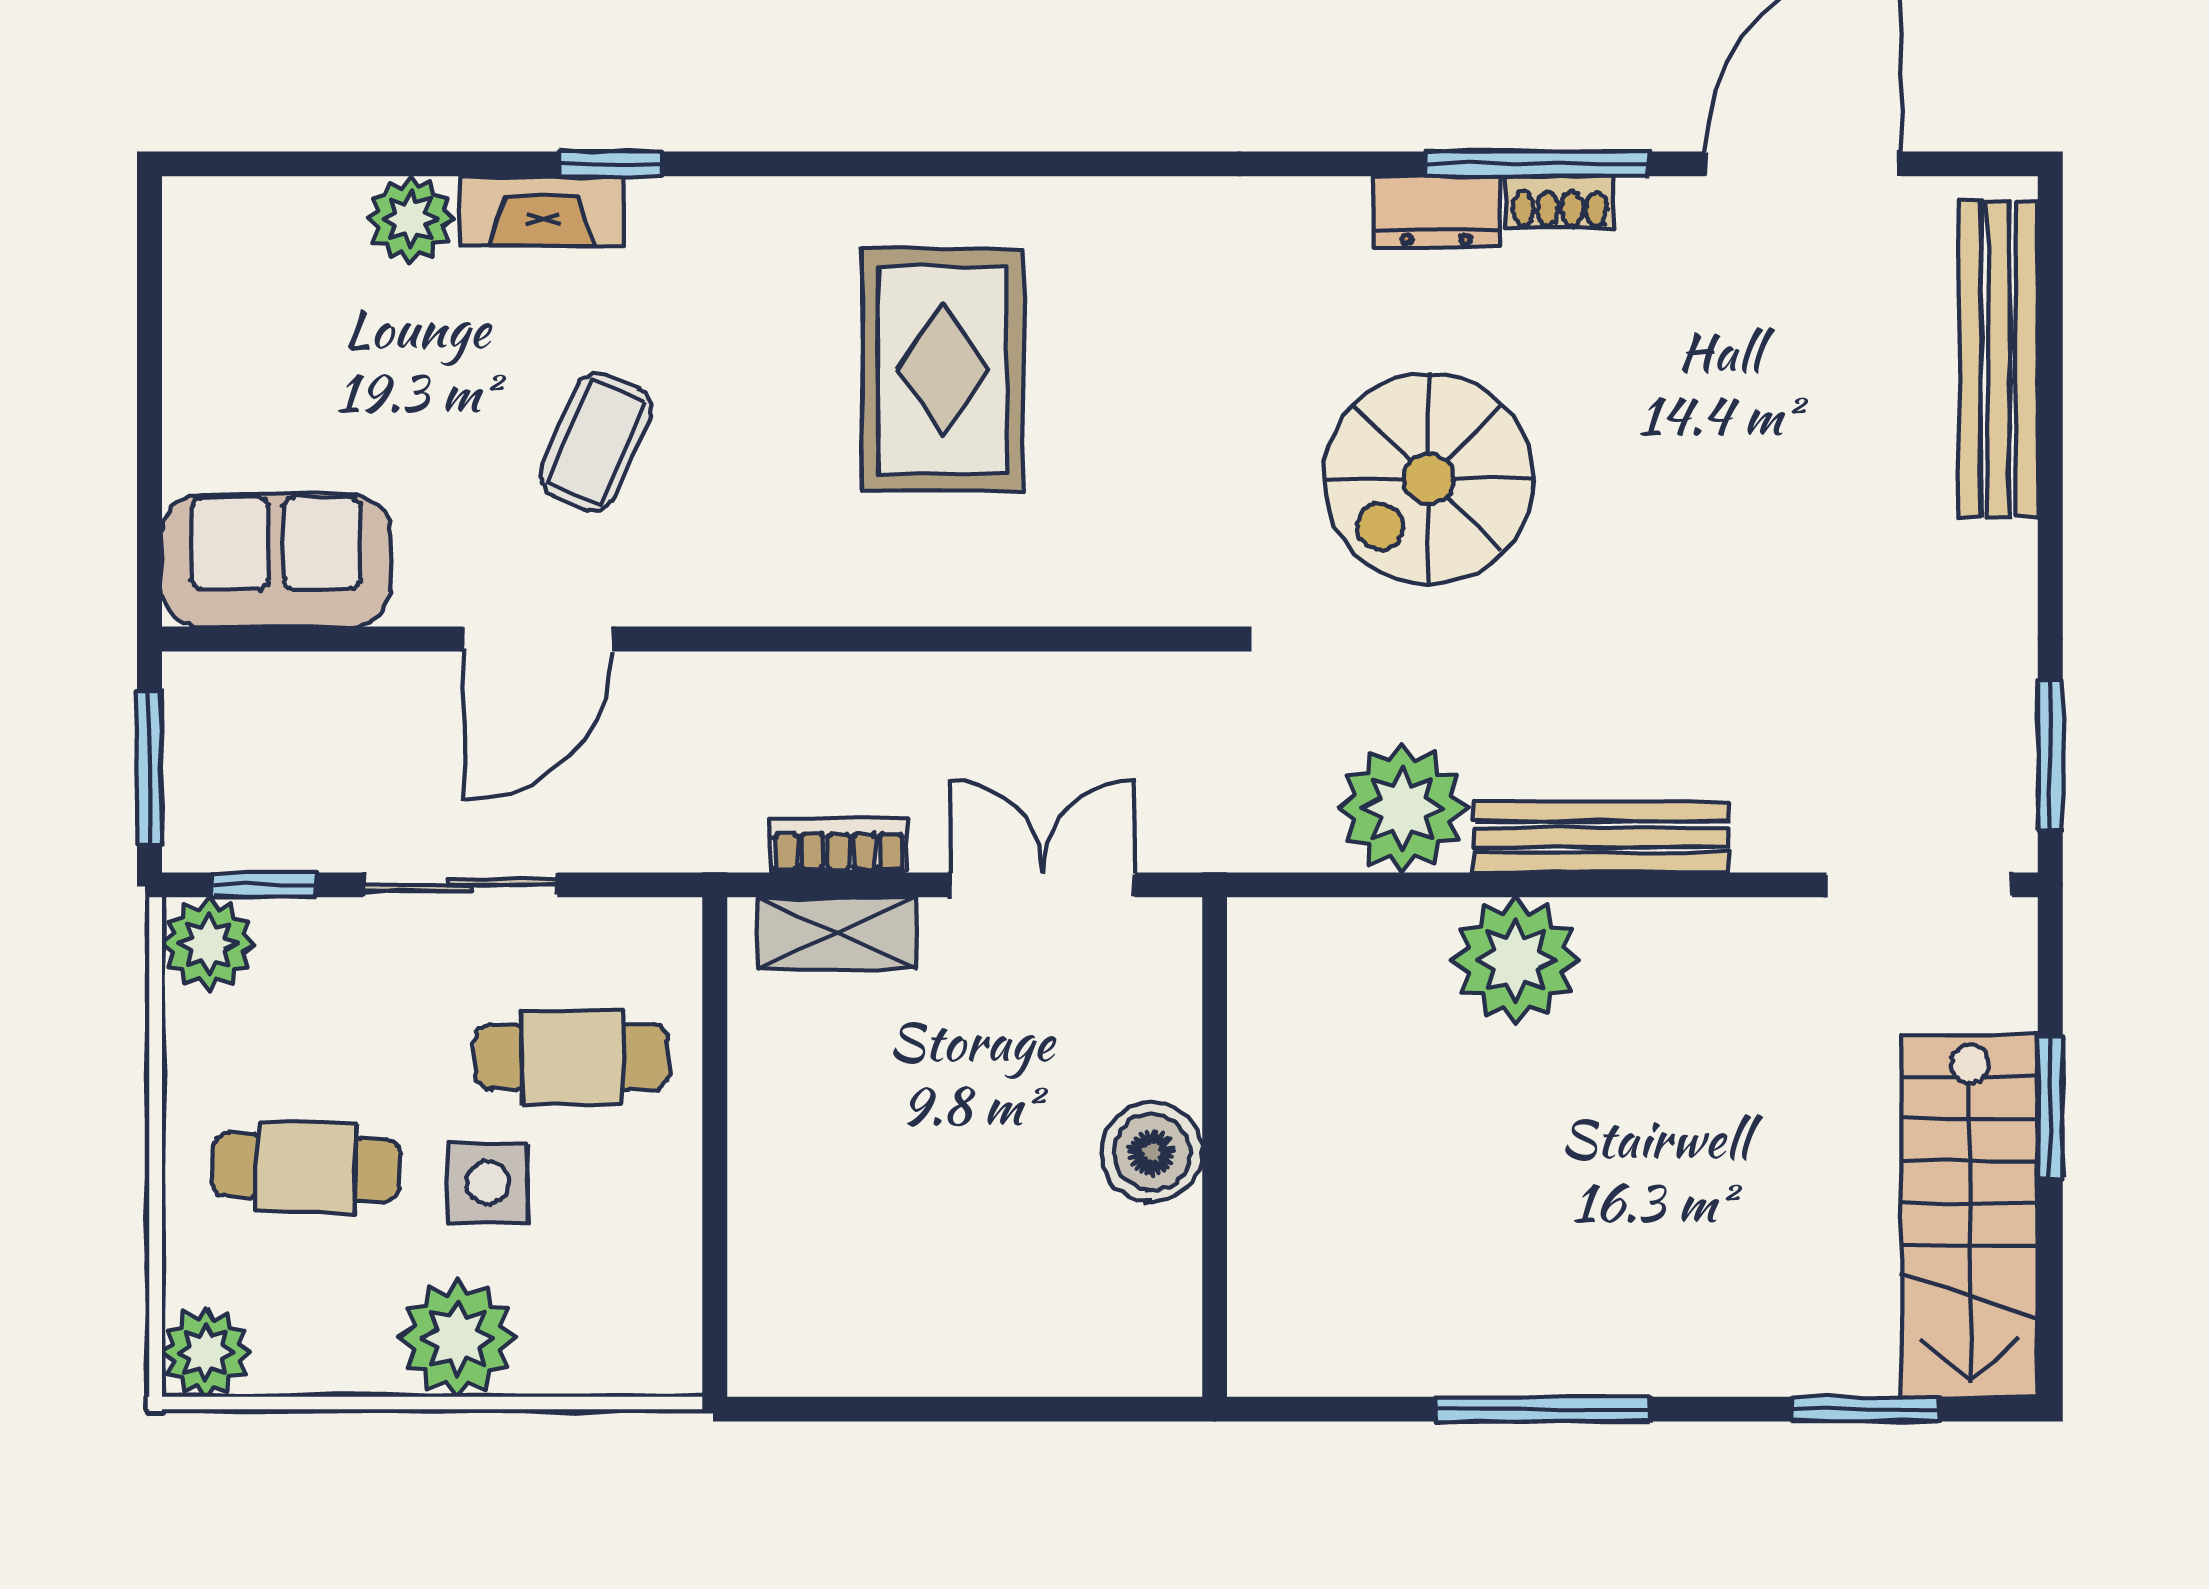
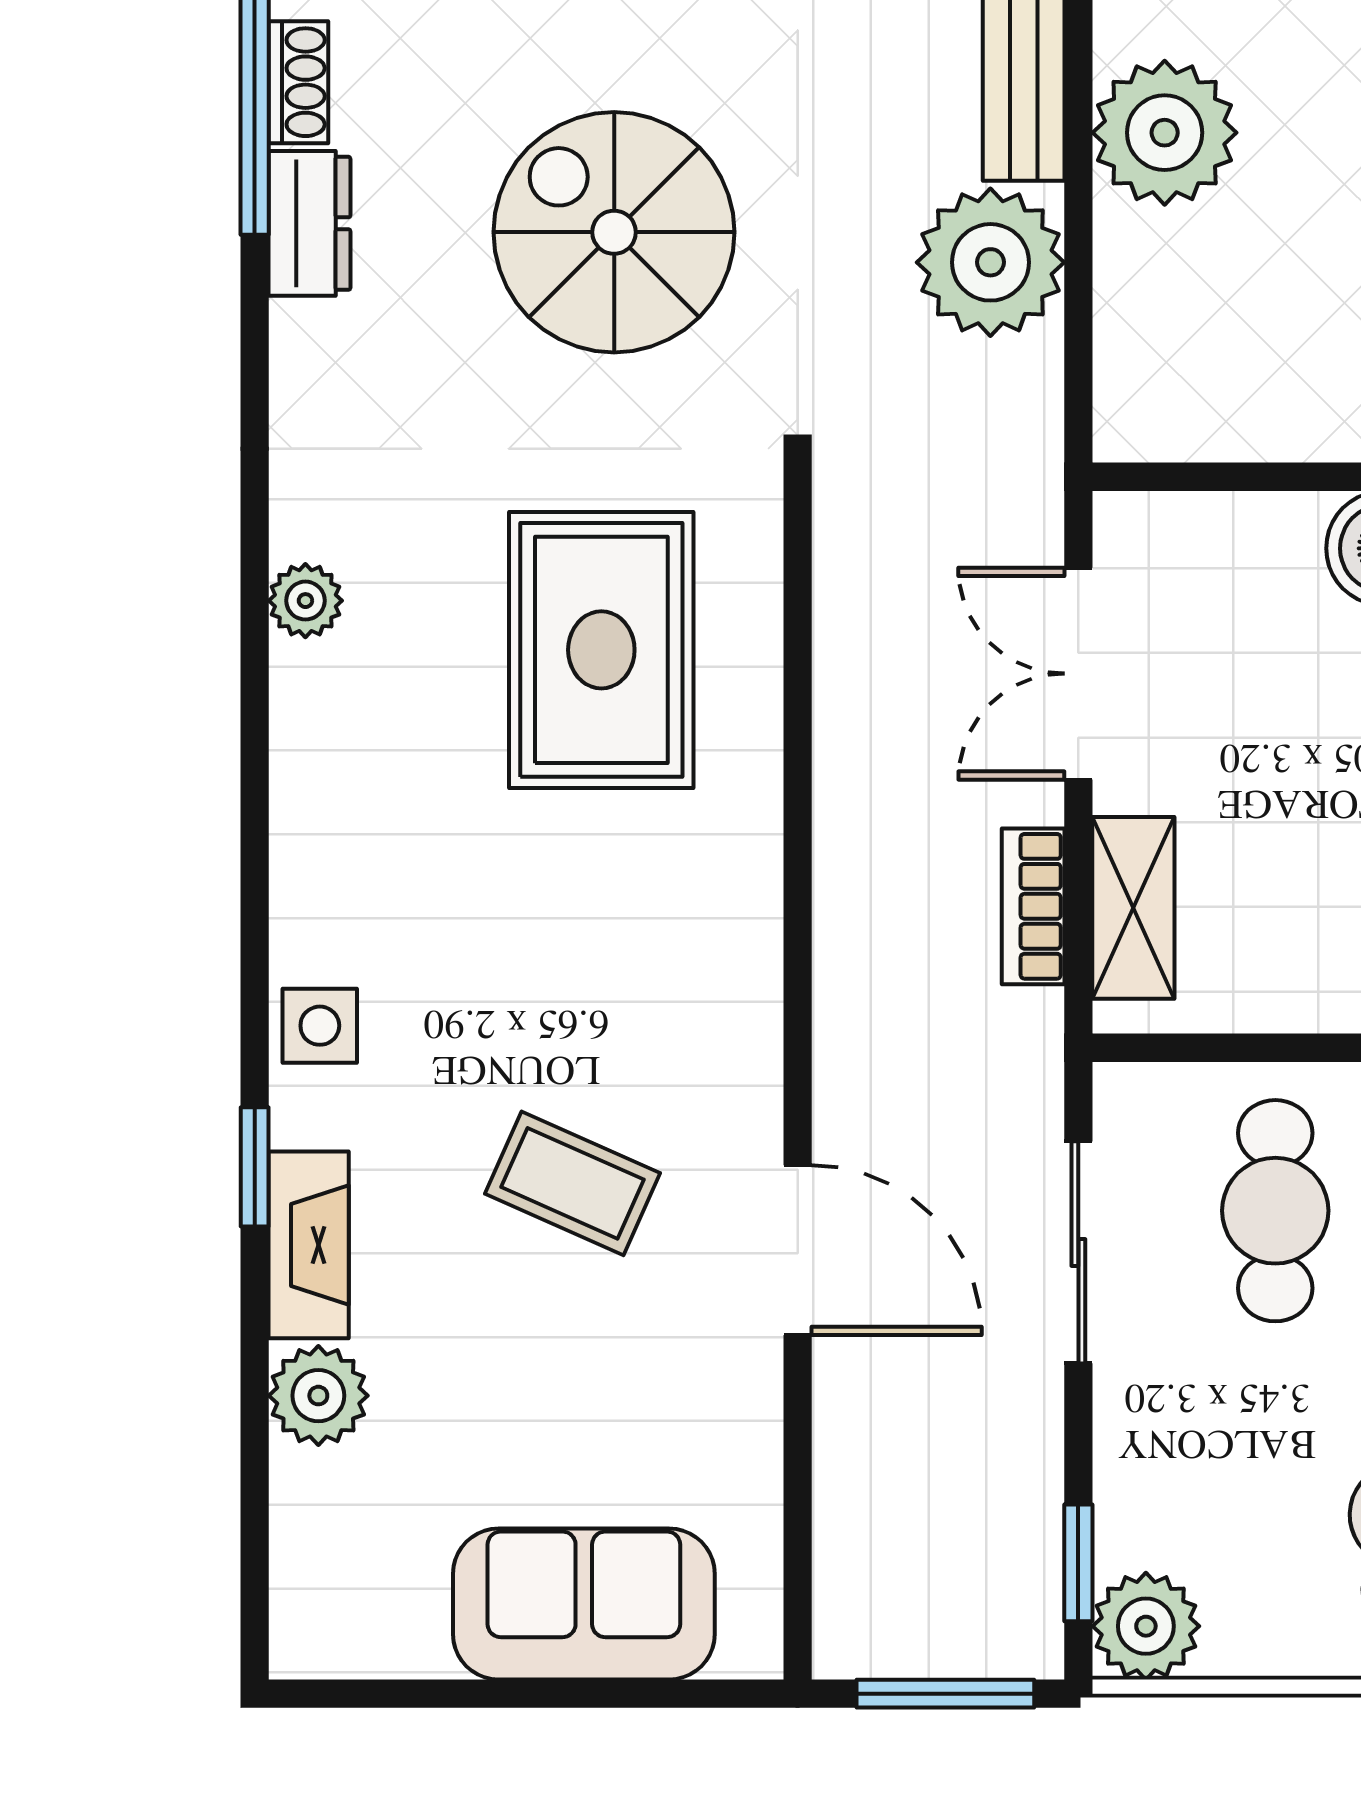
plant: (1106, 208) -> (305, 601), added
side table: (734, 221) -> (320, 1026), added
rug: (943, 370) -> (601, 650), moved, turned 90
spiral stairs: (1429, 478) -> (614, 232), turned 180
sofa: (276, 561) -> (584, 1604), moved, turned 90
sliding door: (460, 885) -> (1078, 1252), moved

